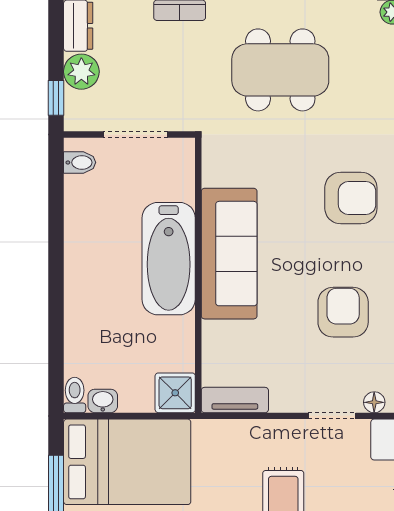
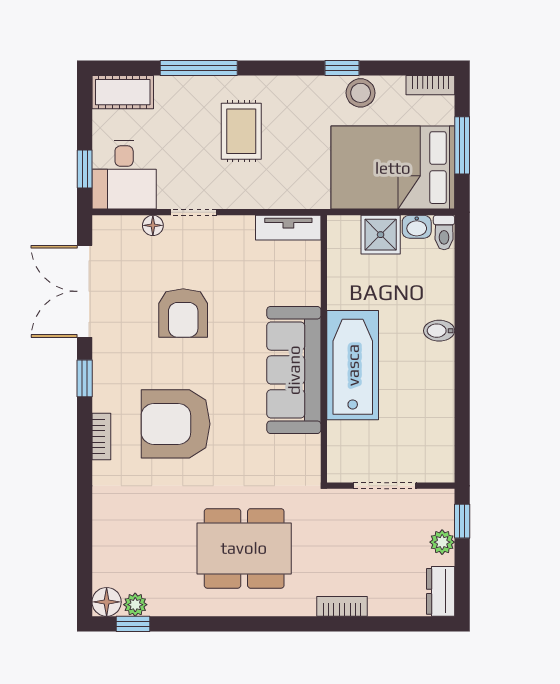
plant: (81, 72) -> (442, 542), width x0.73, depth x0.73
bidet: (80, 162) -> (439, 331), moved
armchair: (351, 198) -> (176, 424), width x1.36, depth x1.36
shower: (175, 393) -> (381, 235), moved

